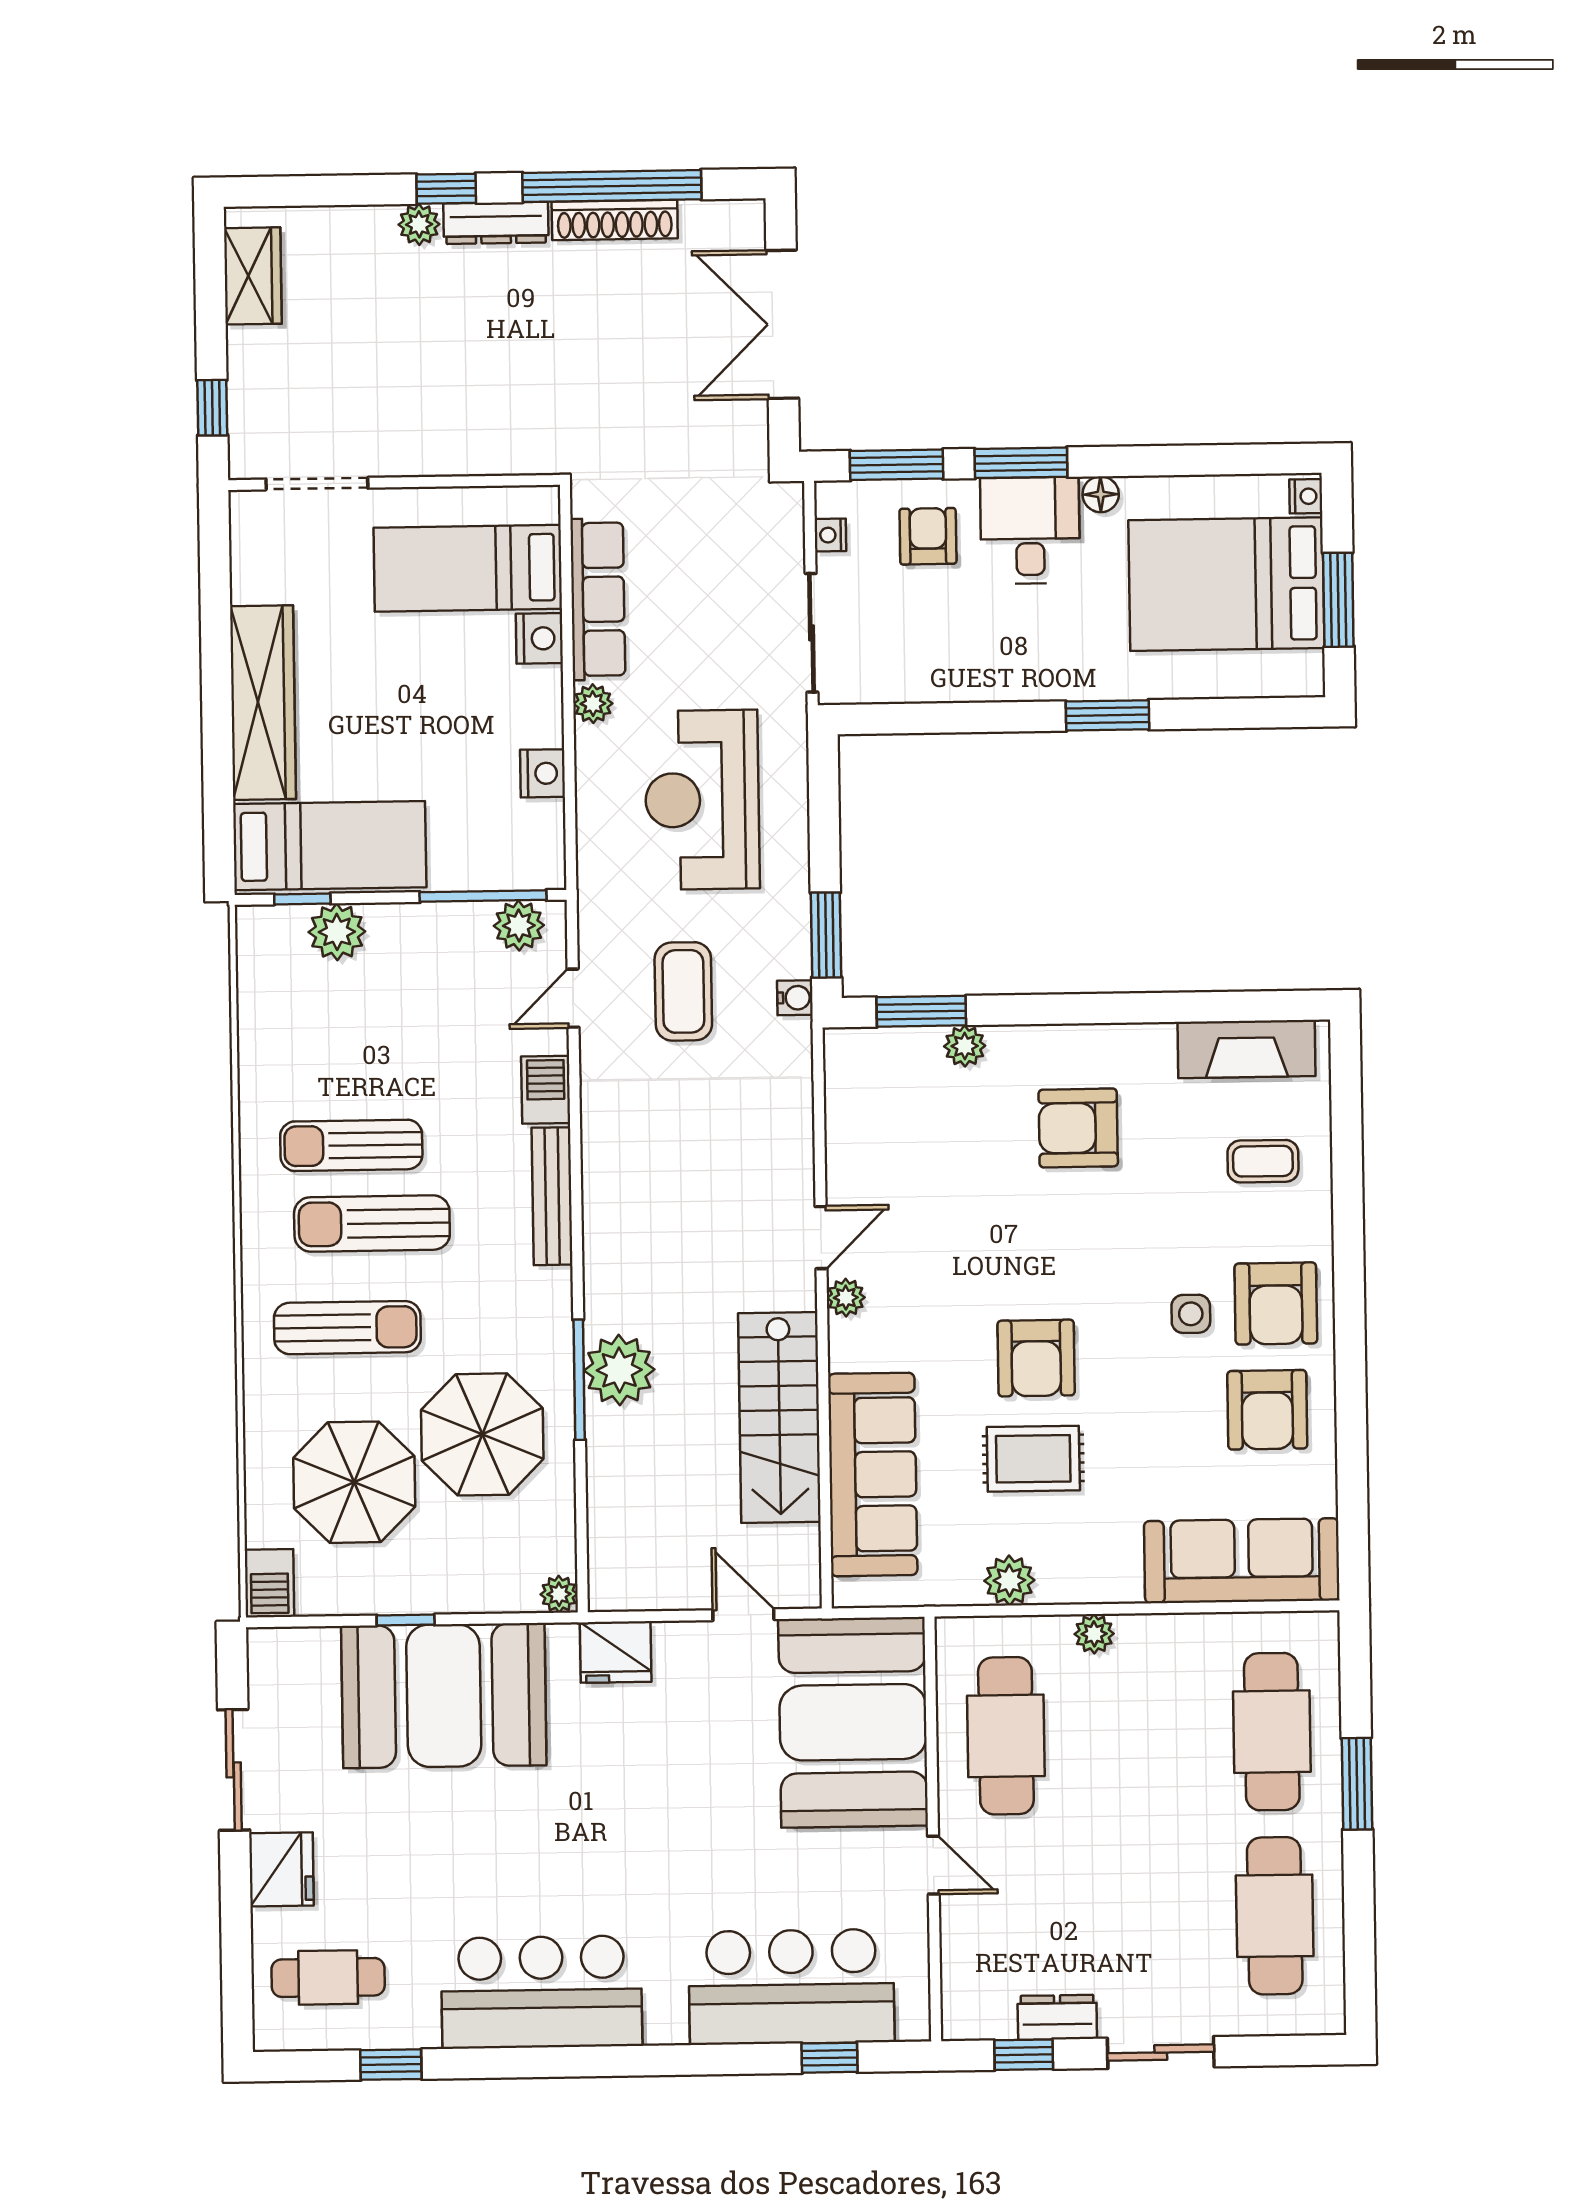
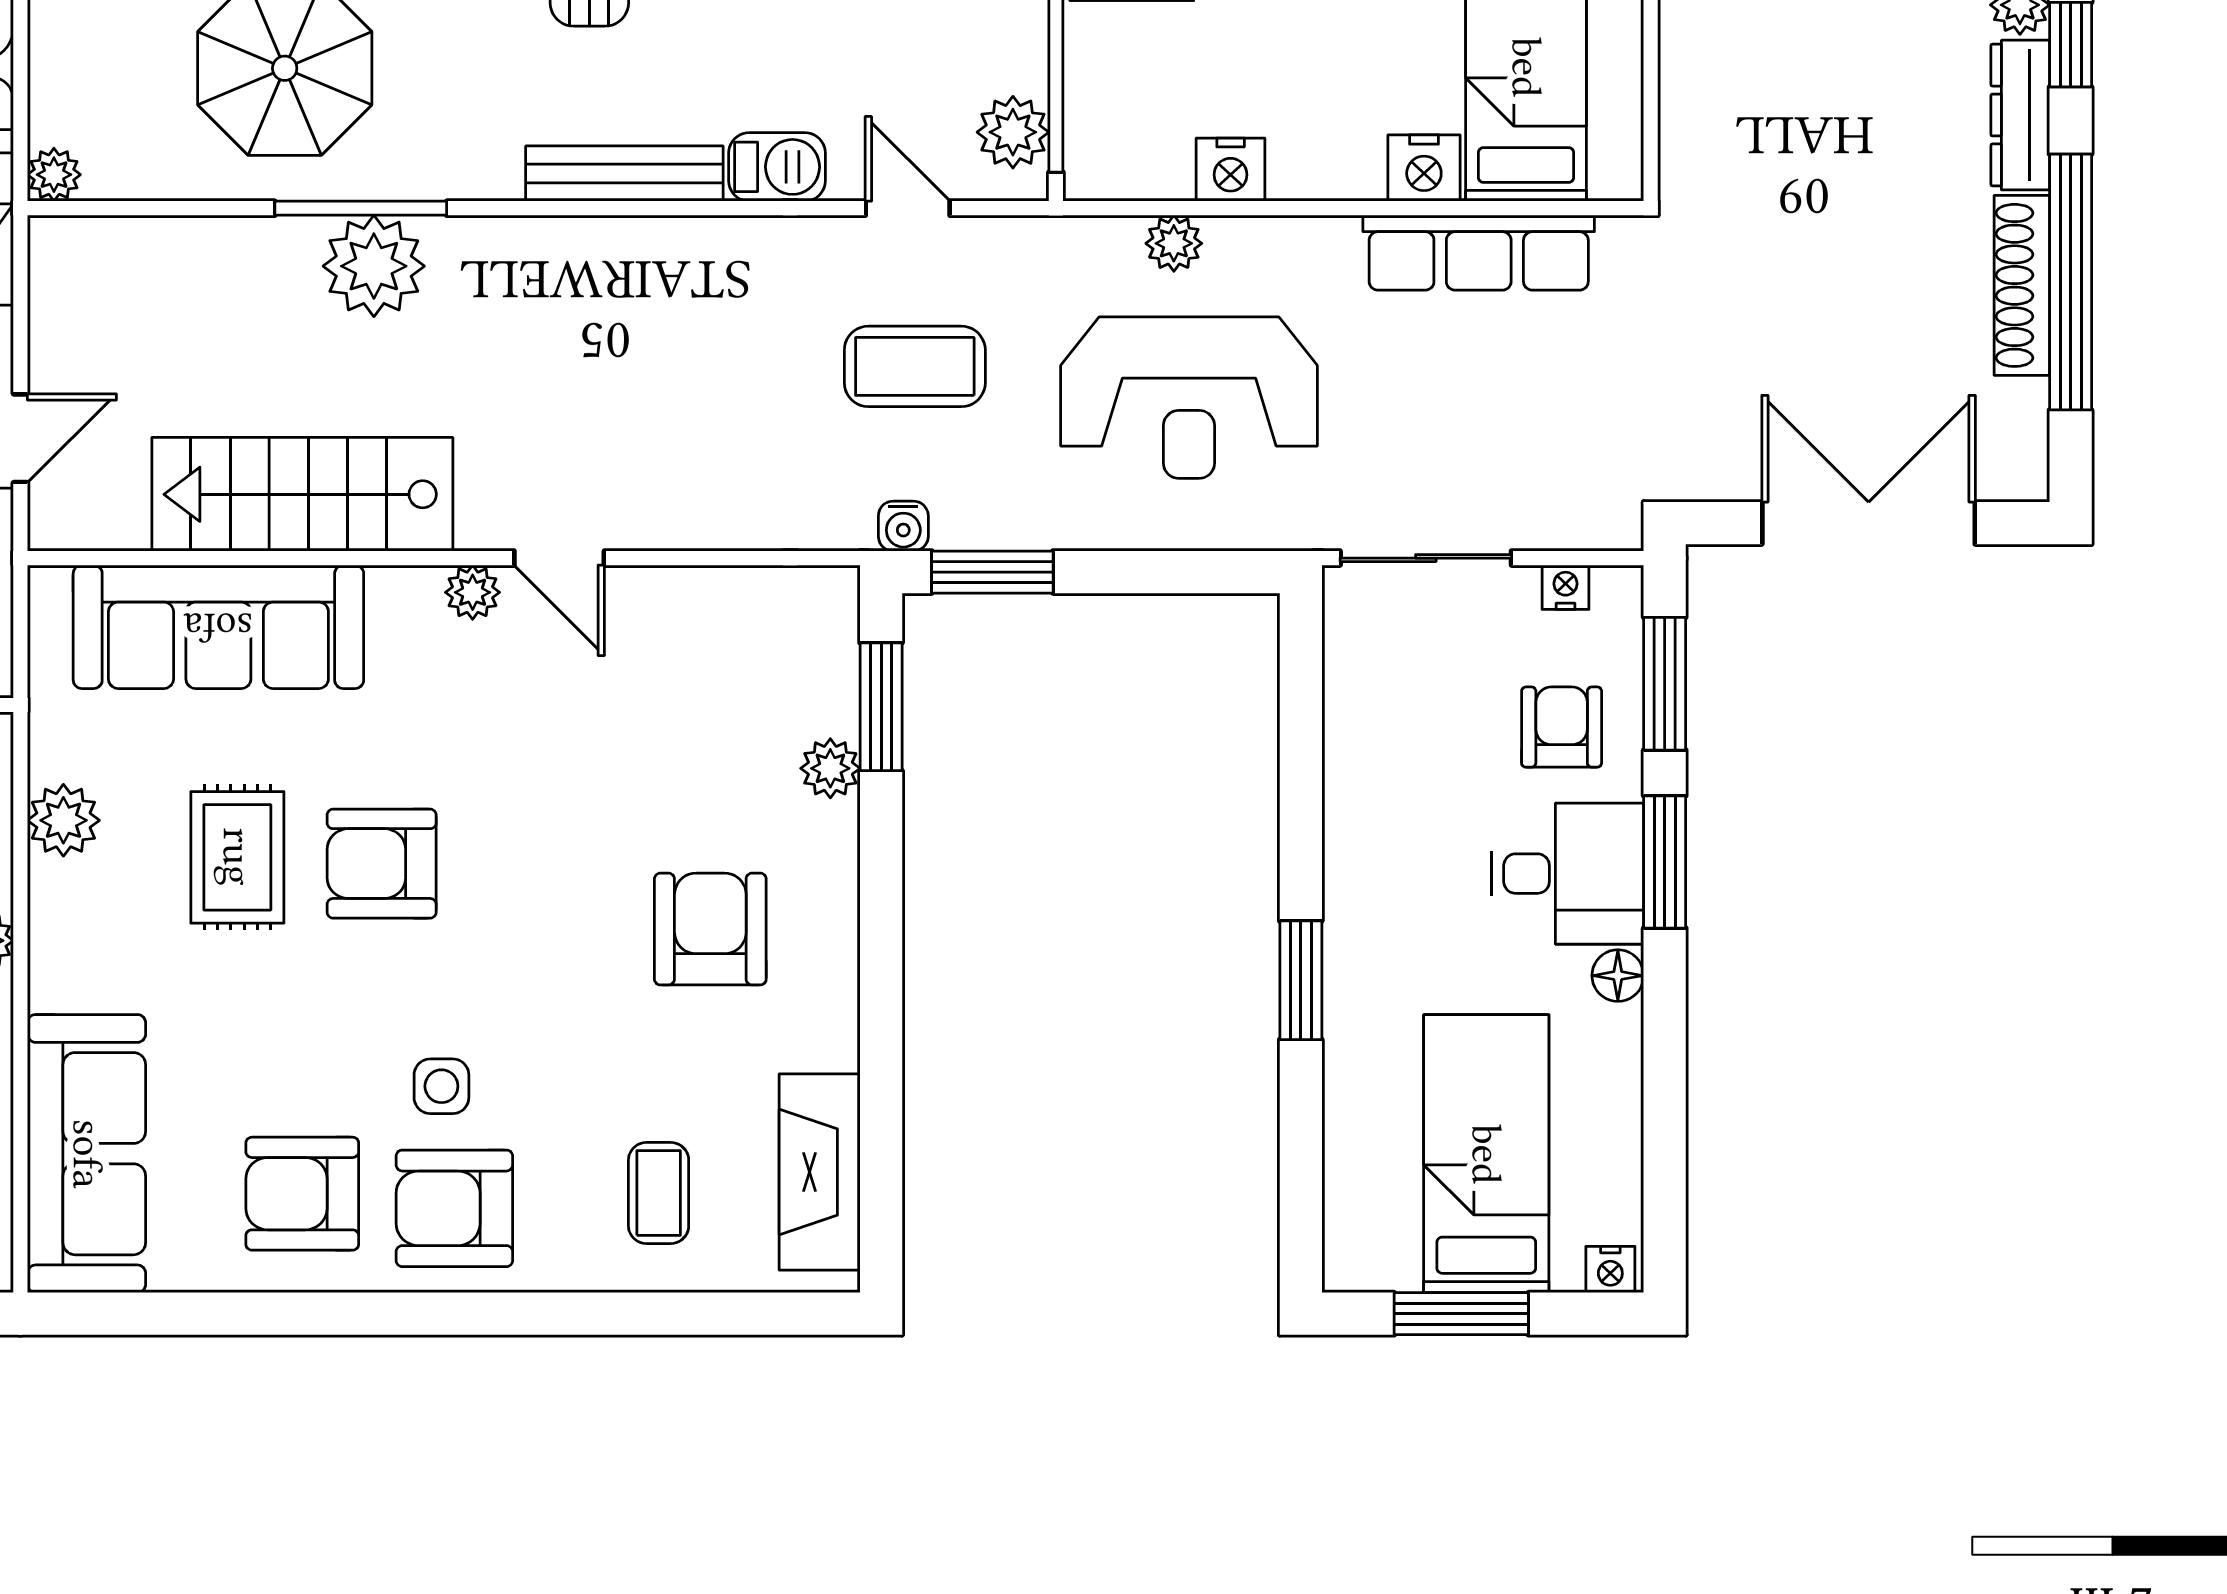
armchair: (928, 536) -> (1562, 727), turned -90
bed: (1226, 584) -> (1486, 1154), width x0.67
plant: (593, 704) -> (1174, 243), moved
reception desk: (702, 800) -> (1189, 398), turned 180

